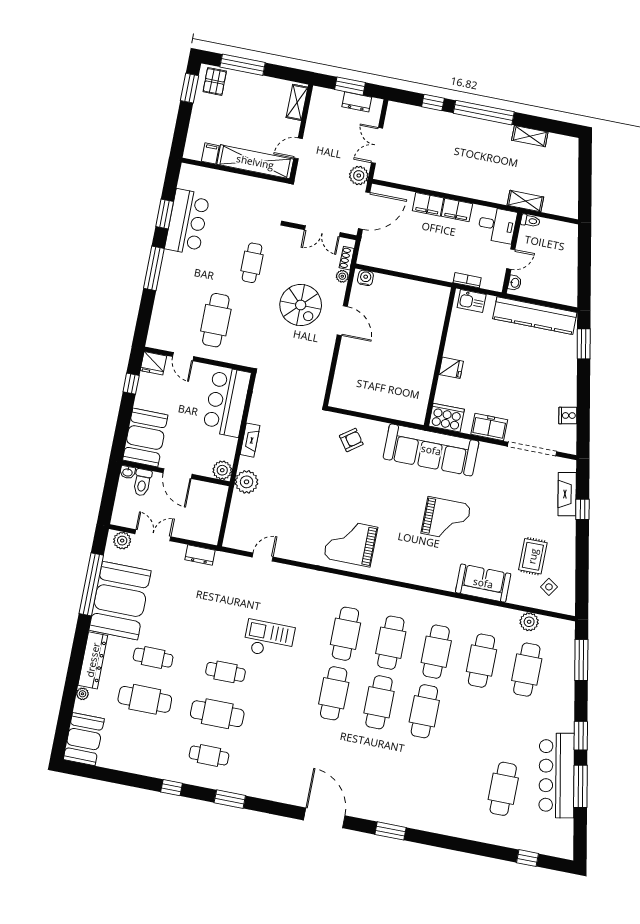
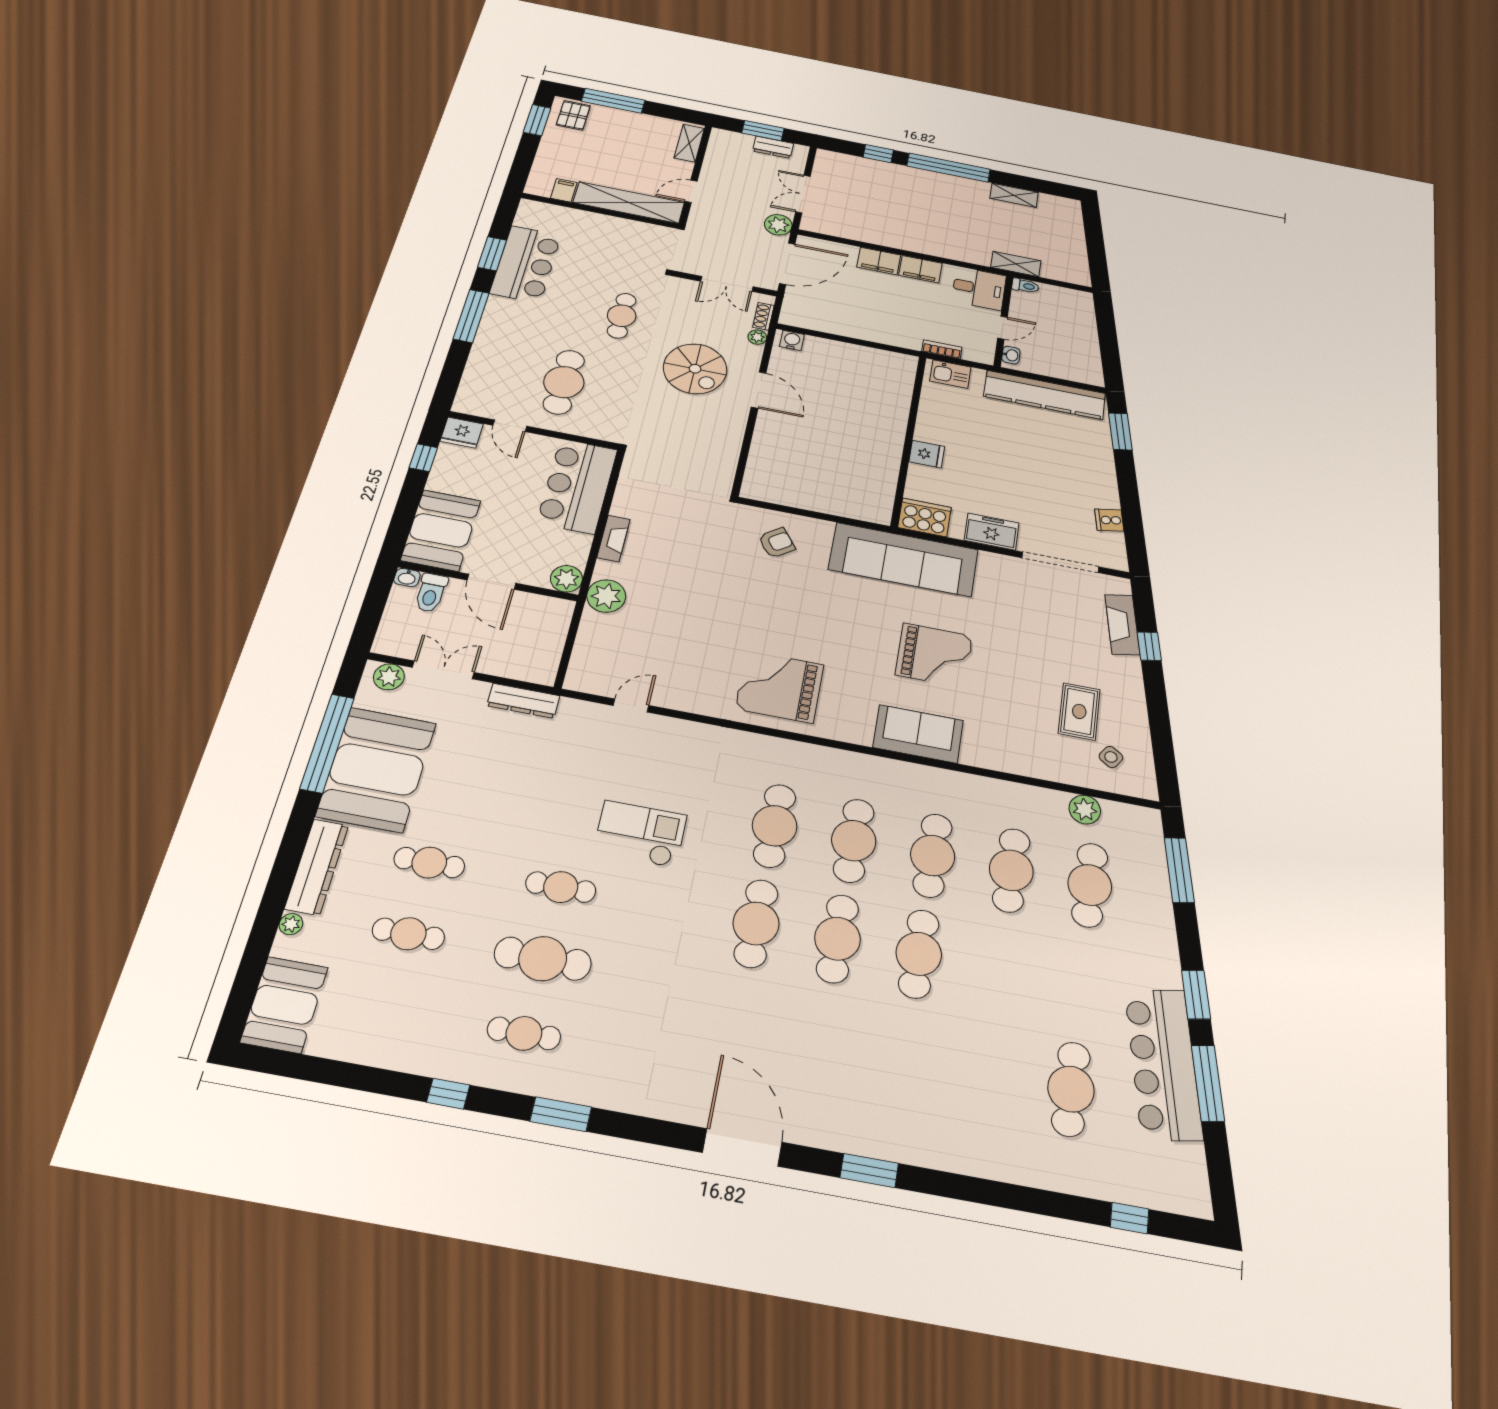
dresser: (200, 555) -> (523, 701), width x1.44
sofa: (483, 583) -> (918, 734), moved
cafe table: (145, 699) -> (408, 934), width x0.73, depth x0.74

